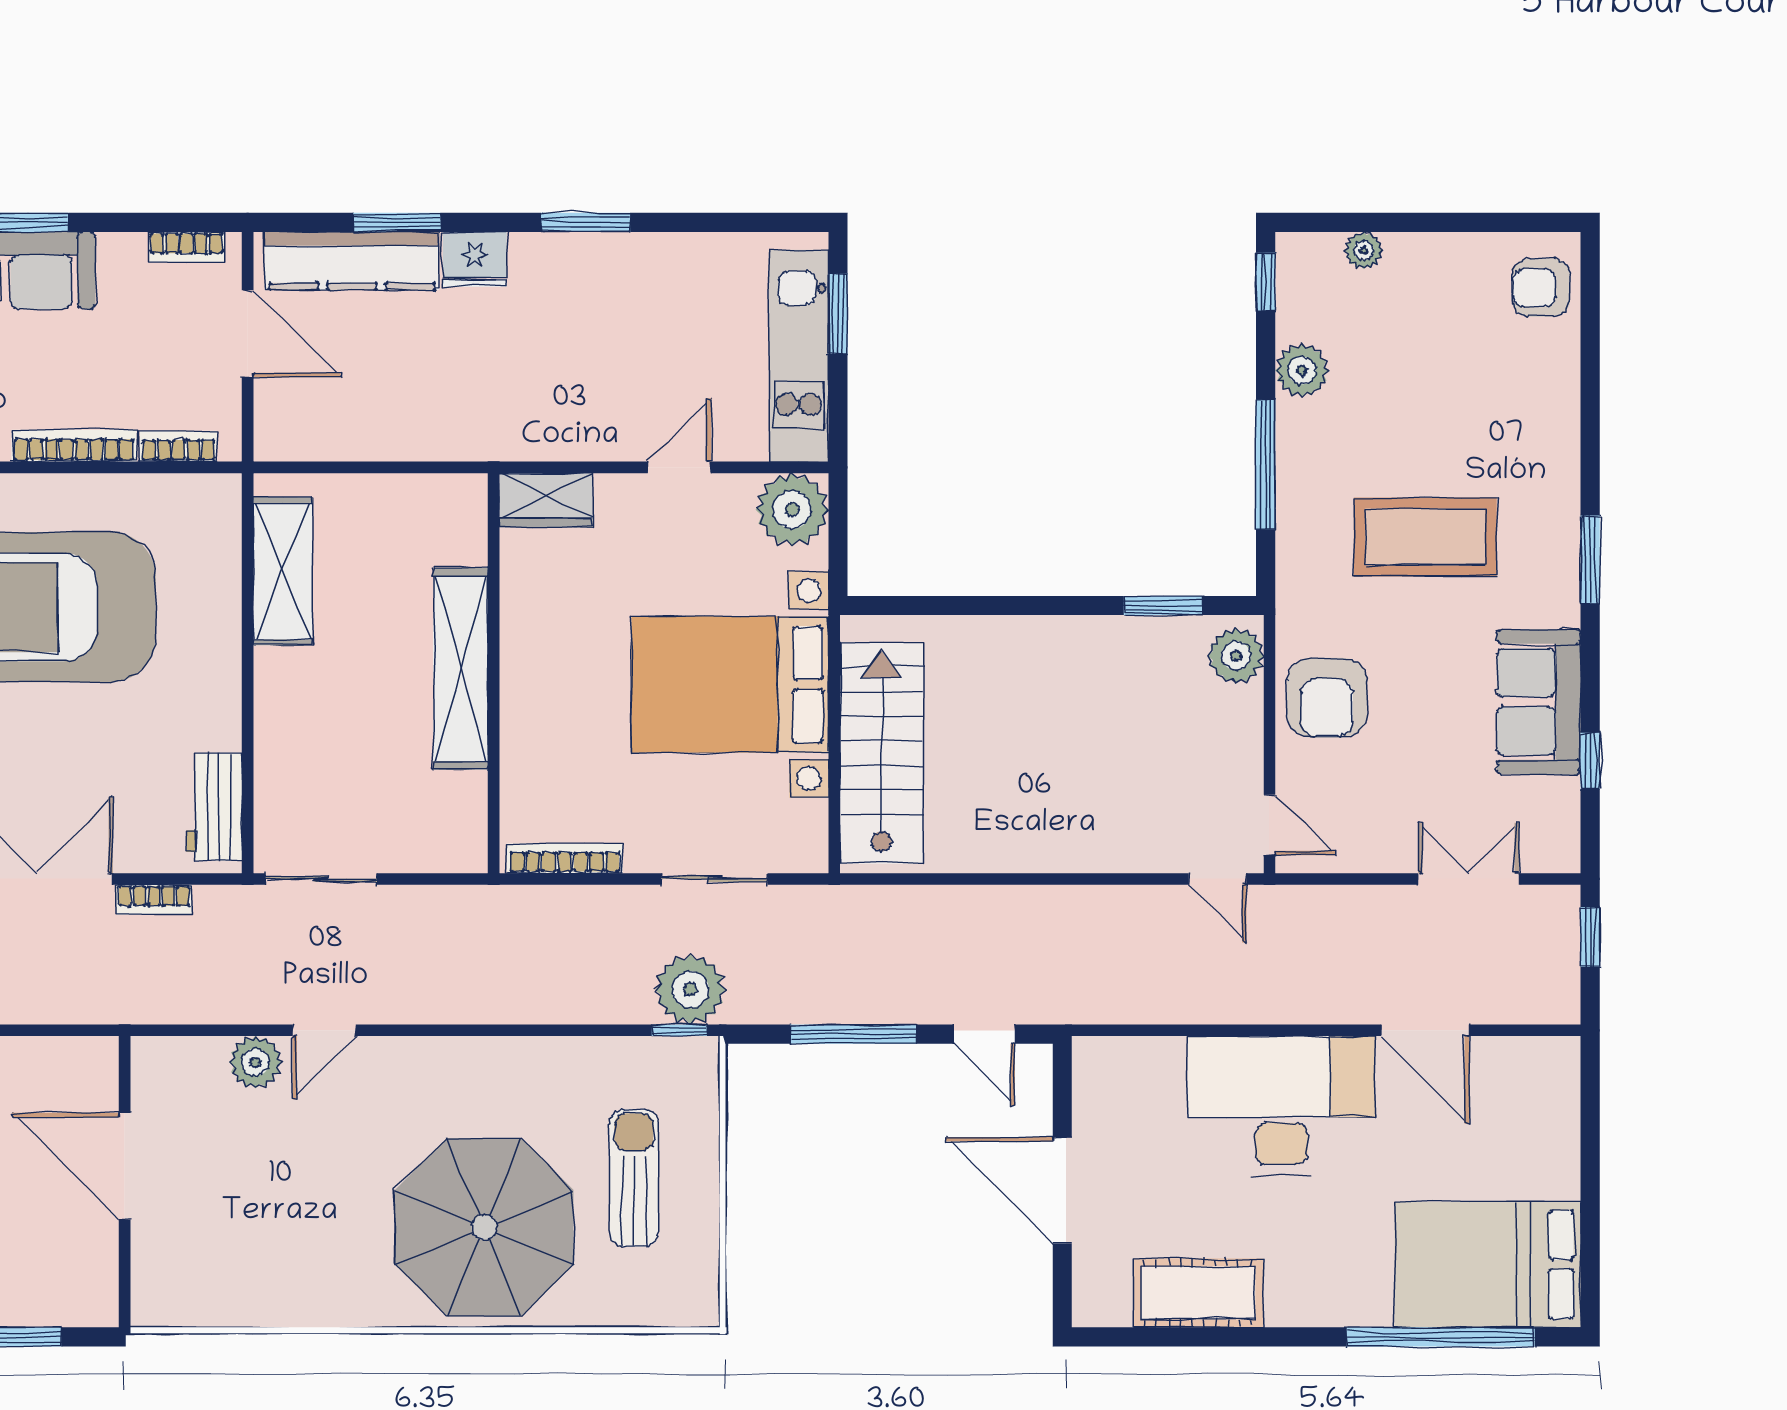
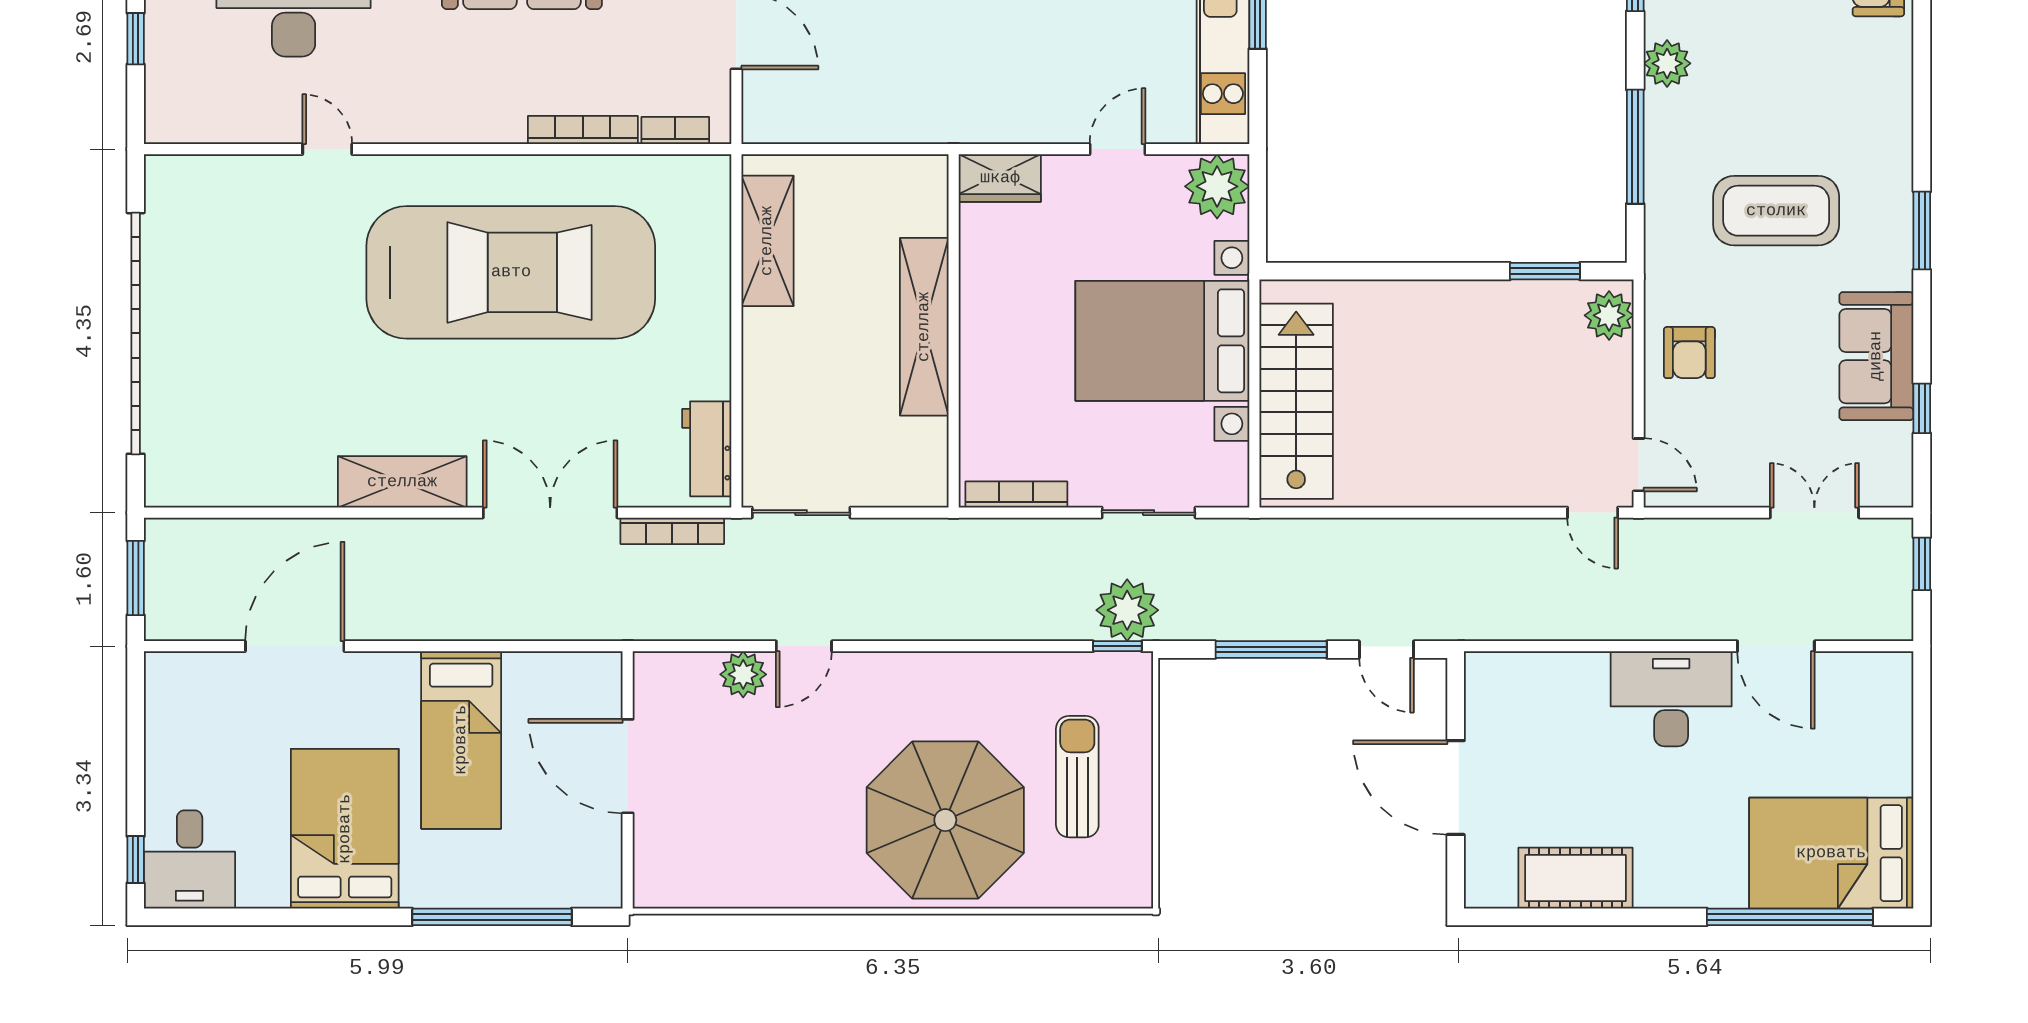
armchair: (1327, 698) -> (1689, 353), width x0.72, depth x0.72
bookcase: (154, 900) -> (672, 531), width x1.56
desk: (1281, 1106) -> (1671, 699), width x0.73, depth x0.77

